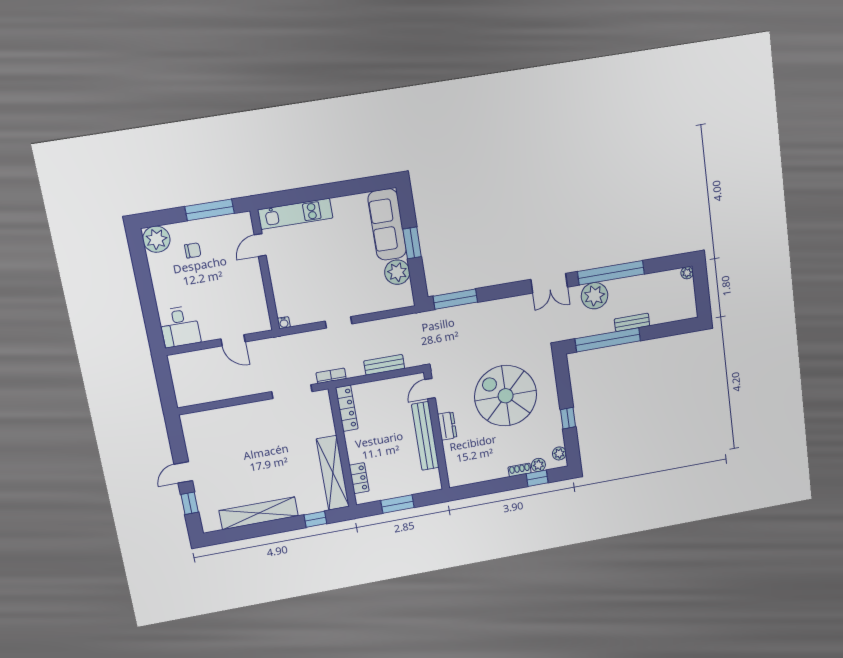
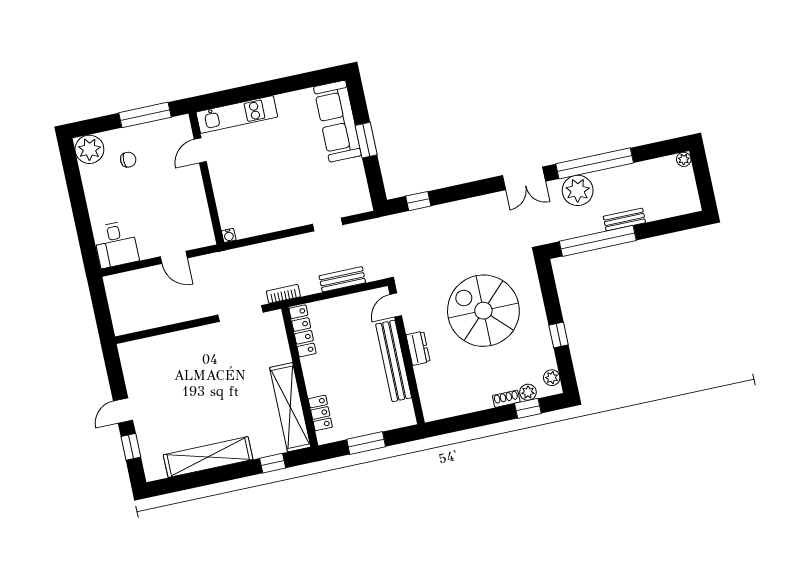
plant: (397, 272) -> (351, 173), removed
window: (455, 299) -> (418, 201), width x0.46
doorway: (339, 322) -> (328, 224), moved

